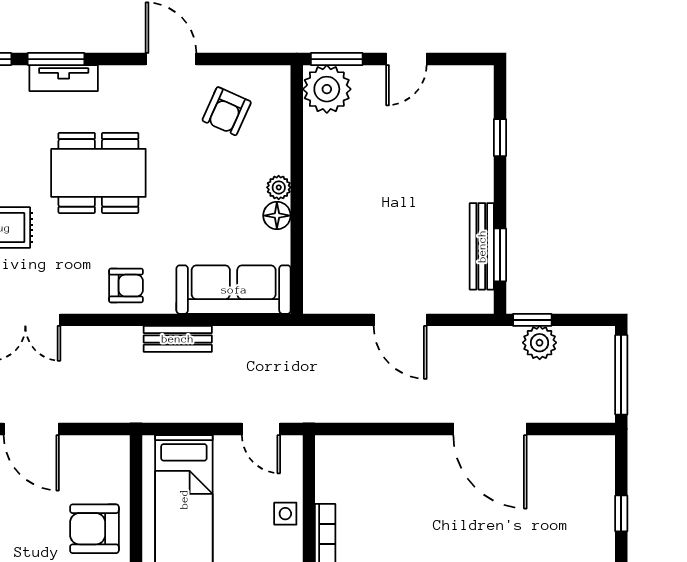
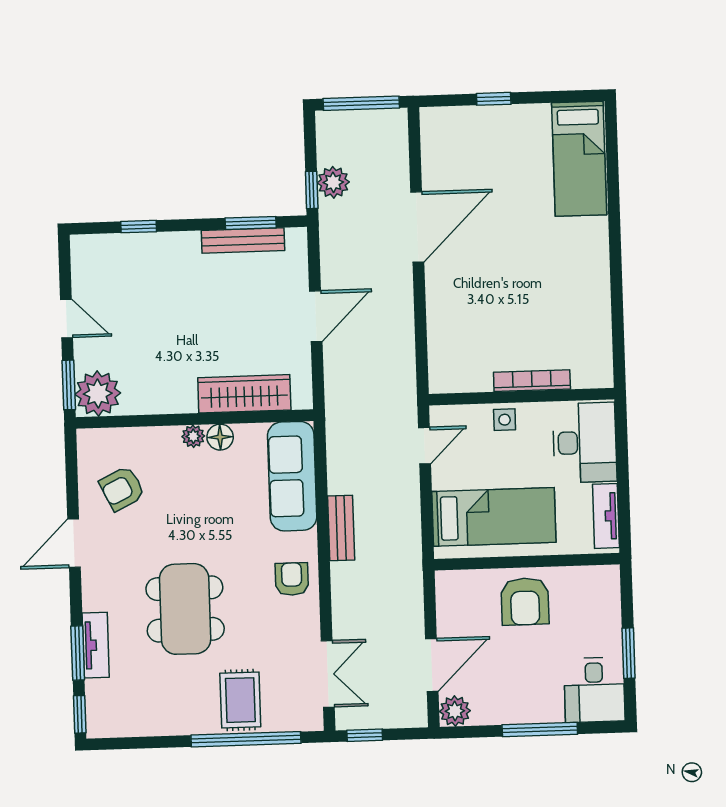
armchair: (227, 111) -> (122, 488), turned 130
wardrobe: (321, 242) -> (244, 394), added

